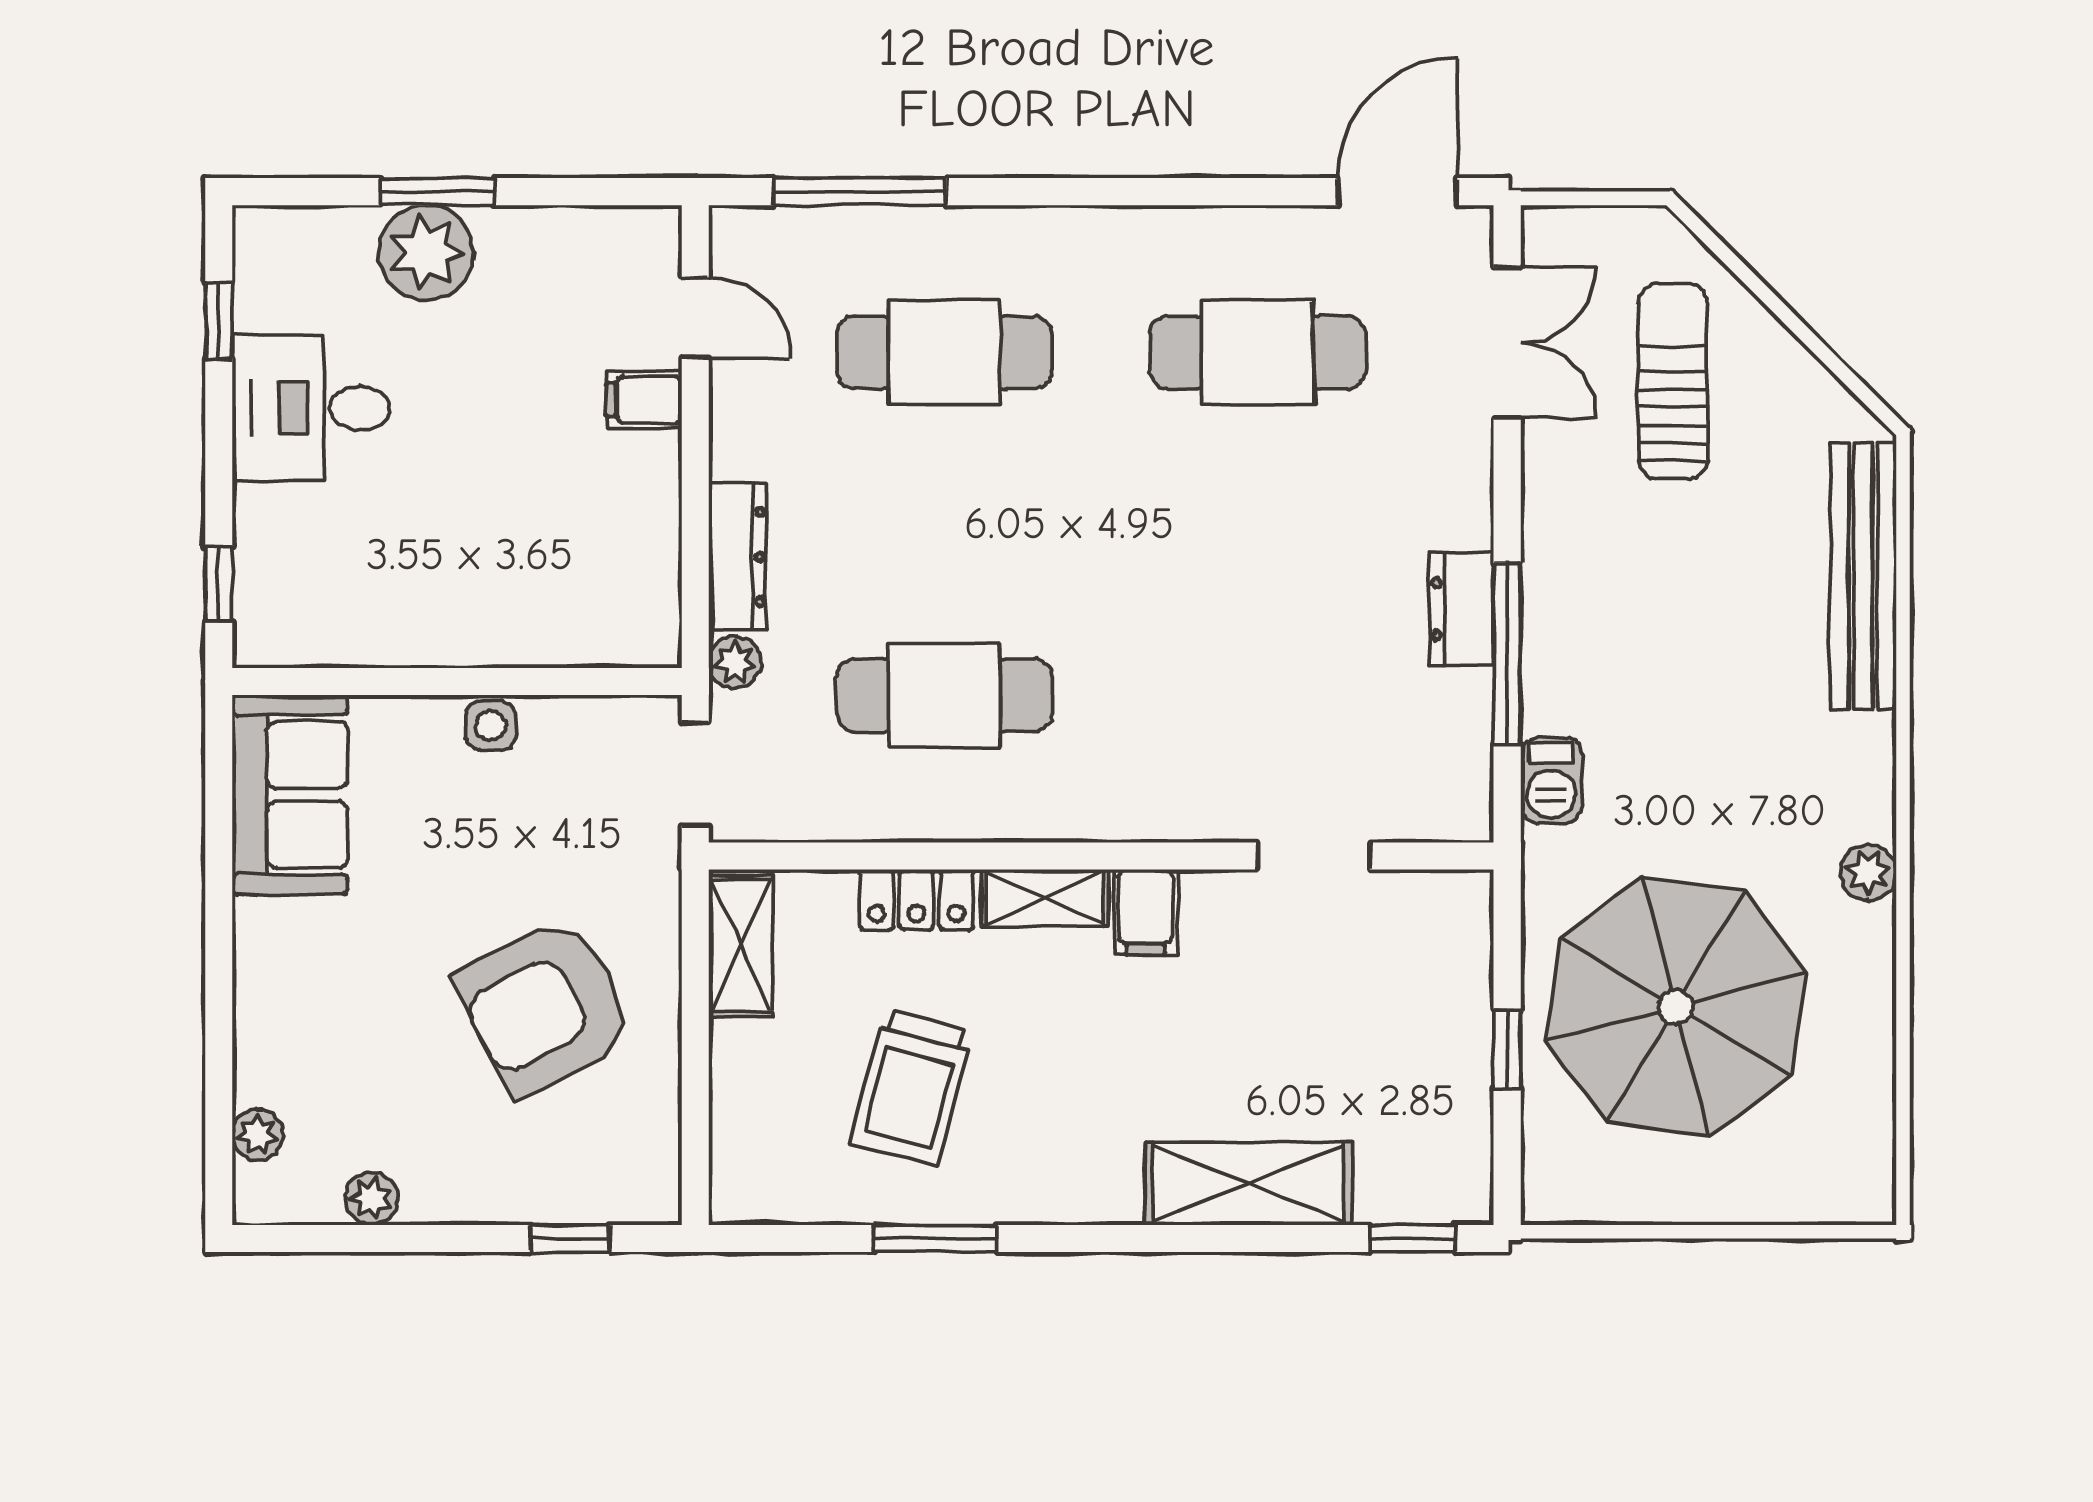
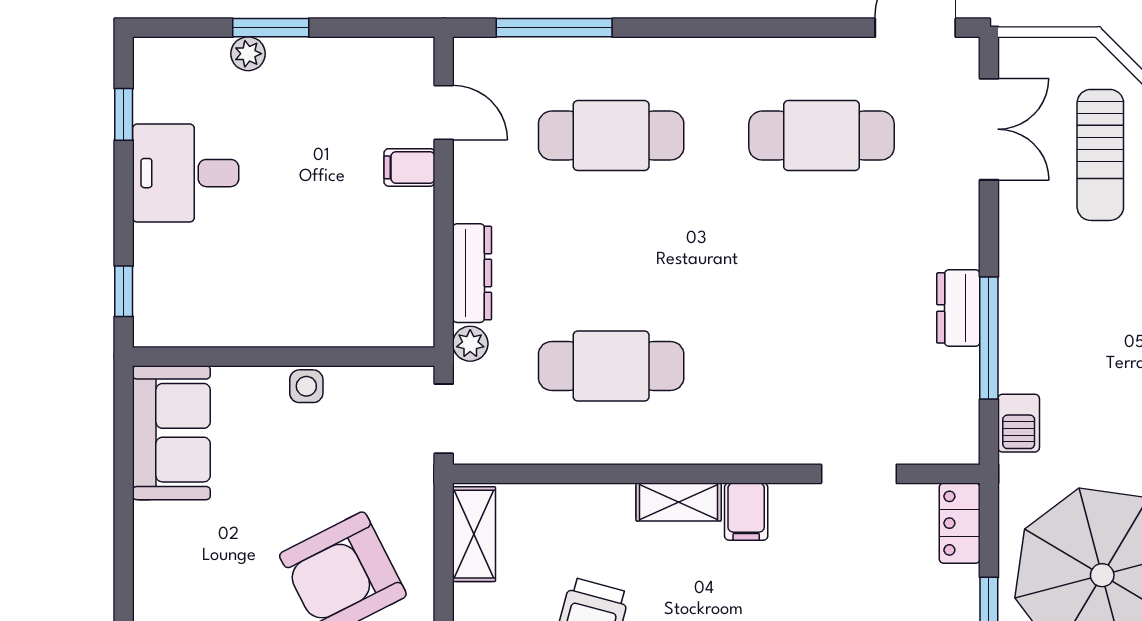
plant: (426, 253) -> (248, 54), width x0.53, depth x0.53
sun lounger: (1673, 381) -> (1100, 155), turned 180
locker: (916, 900) -> (960, 523), moved, turned 90

